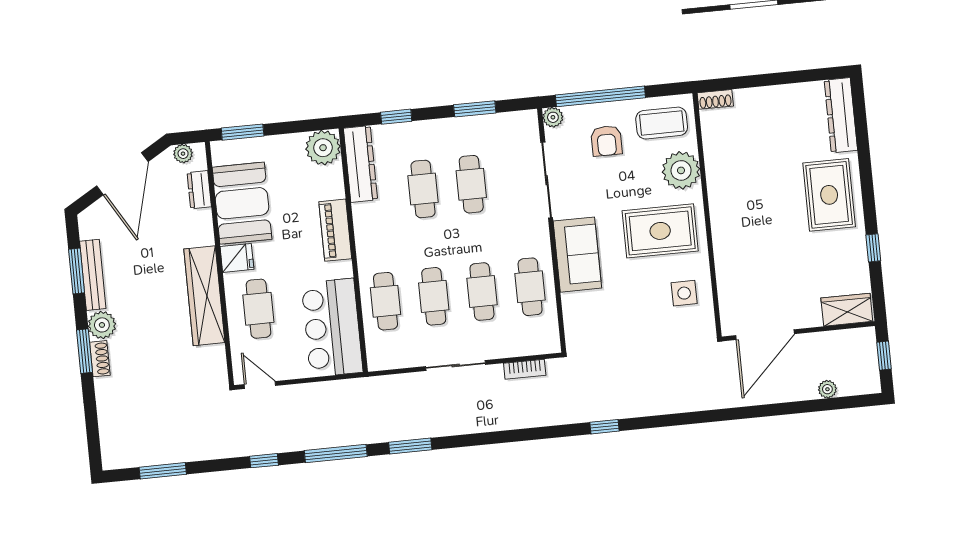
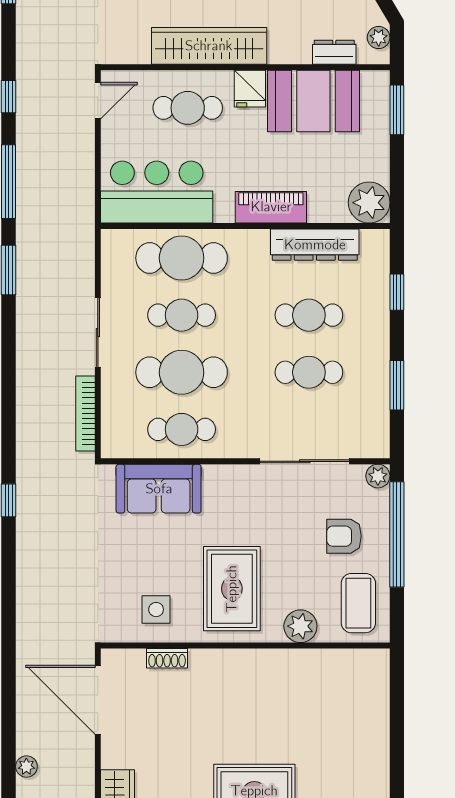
shoe rack: (715, 99) -> (167, 658), moved, turned -90
dresser: (361, 164) -> (315, 245), moved
plant: (681, 170) -> (300, 626), width x0.73, depth x0.73
sofa: (577, 255) -> (159, 489), moved
cafe table: (482, 292) -> (182, 372), width x1.37, depth x1.35
cafe table: (386, 301) -> (182, 258), width x1.37, depth x1.35
bookcase: (525, 369) -> (85, 413), width x1.56

